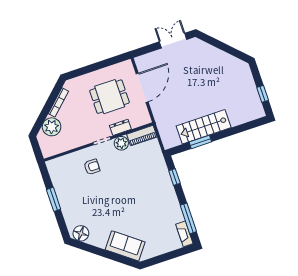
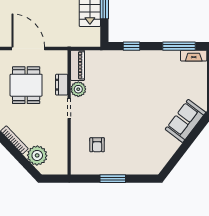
armchair: (92, 167) -> (97, 145), moved, turned 180
floor lamp: (81, 233) -> (157, 162), removed

